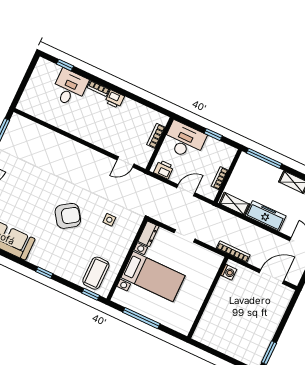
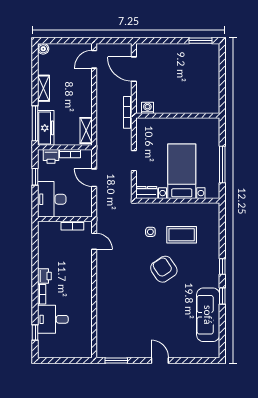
bookcase: (156, 136) -> (72, 226), moved
printer: (164, 170) -> (51, 156), moved, turned -90
freezer: (266, 216) -> (46, 128), moved, turned 180
coffee table: (96, 273) -> (182, 235), moved
window: (91, 294) -> (222, 296), moved

